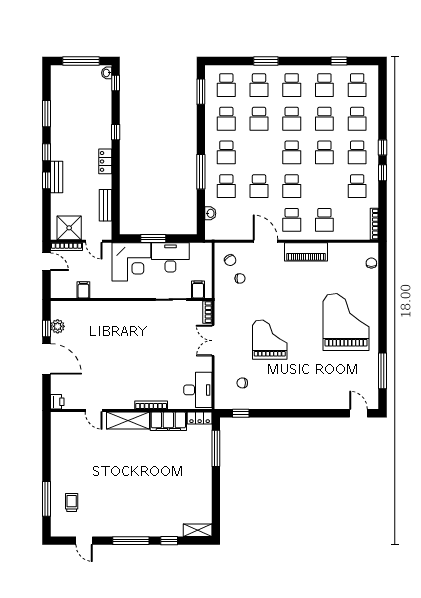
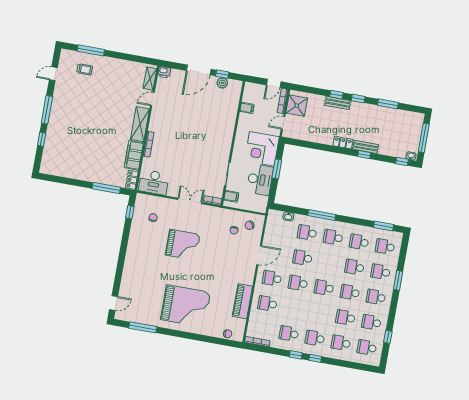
school desk: (324, 152) -> (319, 313), removed
bench: (105, 205) -> (366, 147), moved
piano: (306, 252) -> (242, 301), moved
shelving: (198, 530) -> (150, 79), moved

